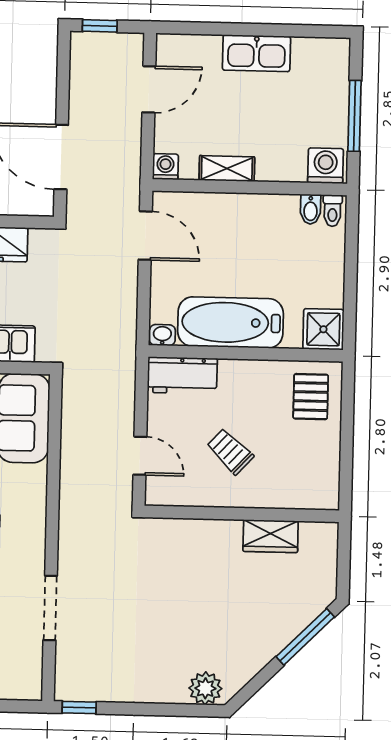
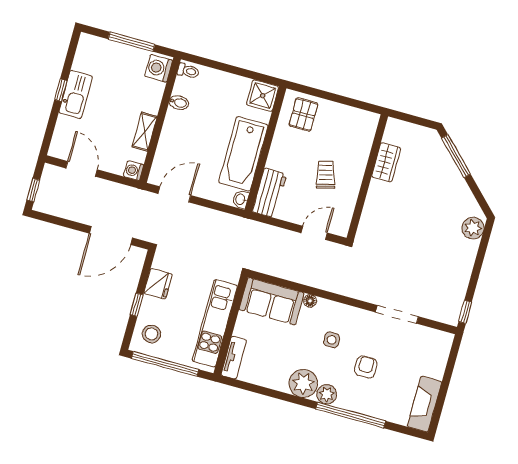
window: (257, 30) -> (61, 90), added
bidet: (311, 209) -> (179, 103), moved
pallet: (311, 397) -> (303, 114), turned 90
trolley: (230, 451) -> (326, 175), turned 122
floor lamp: (38, 475) -> (310, 301), added

